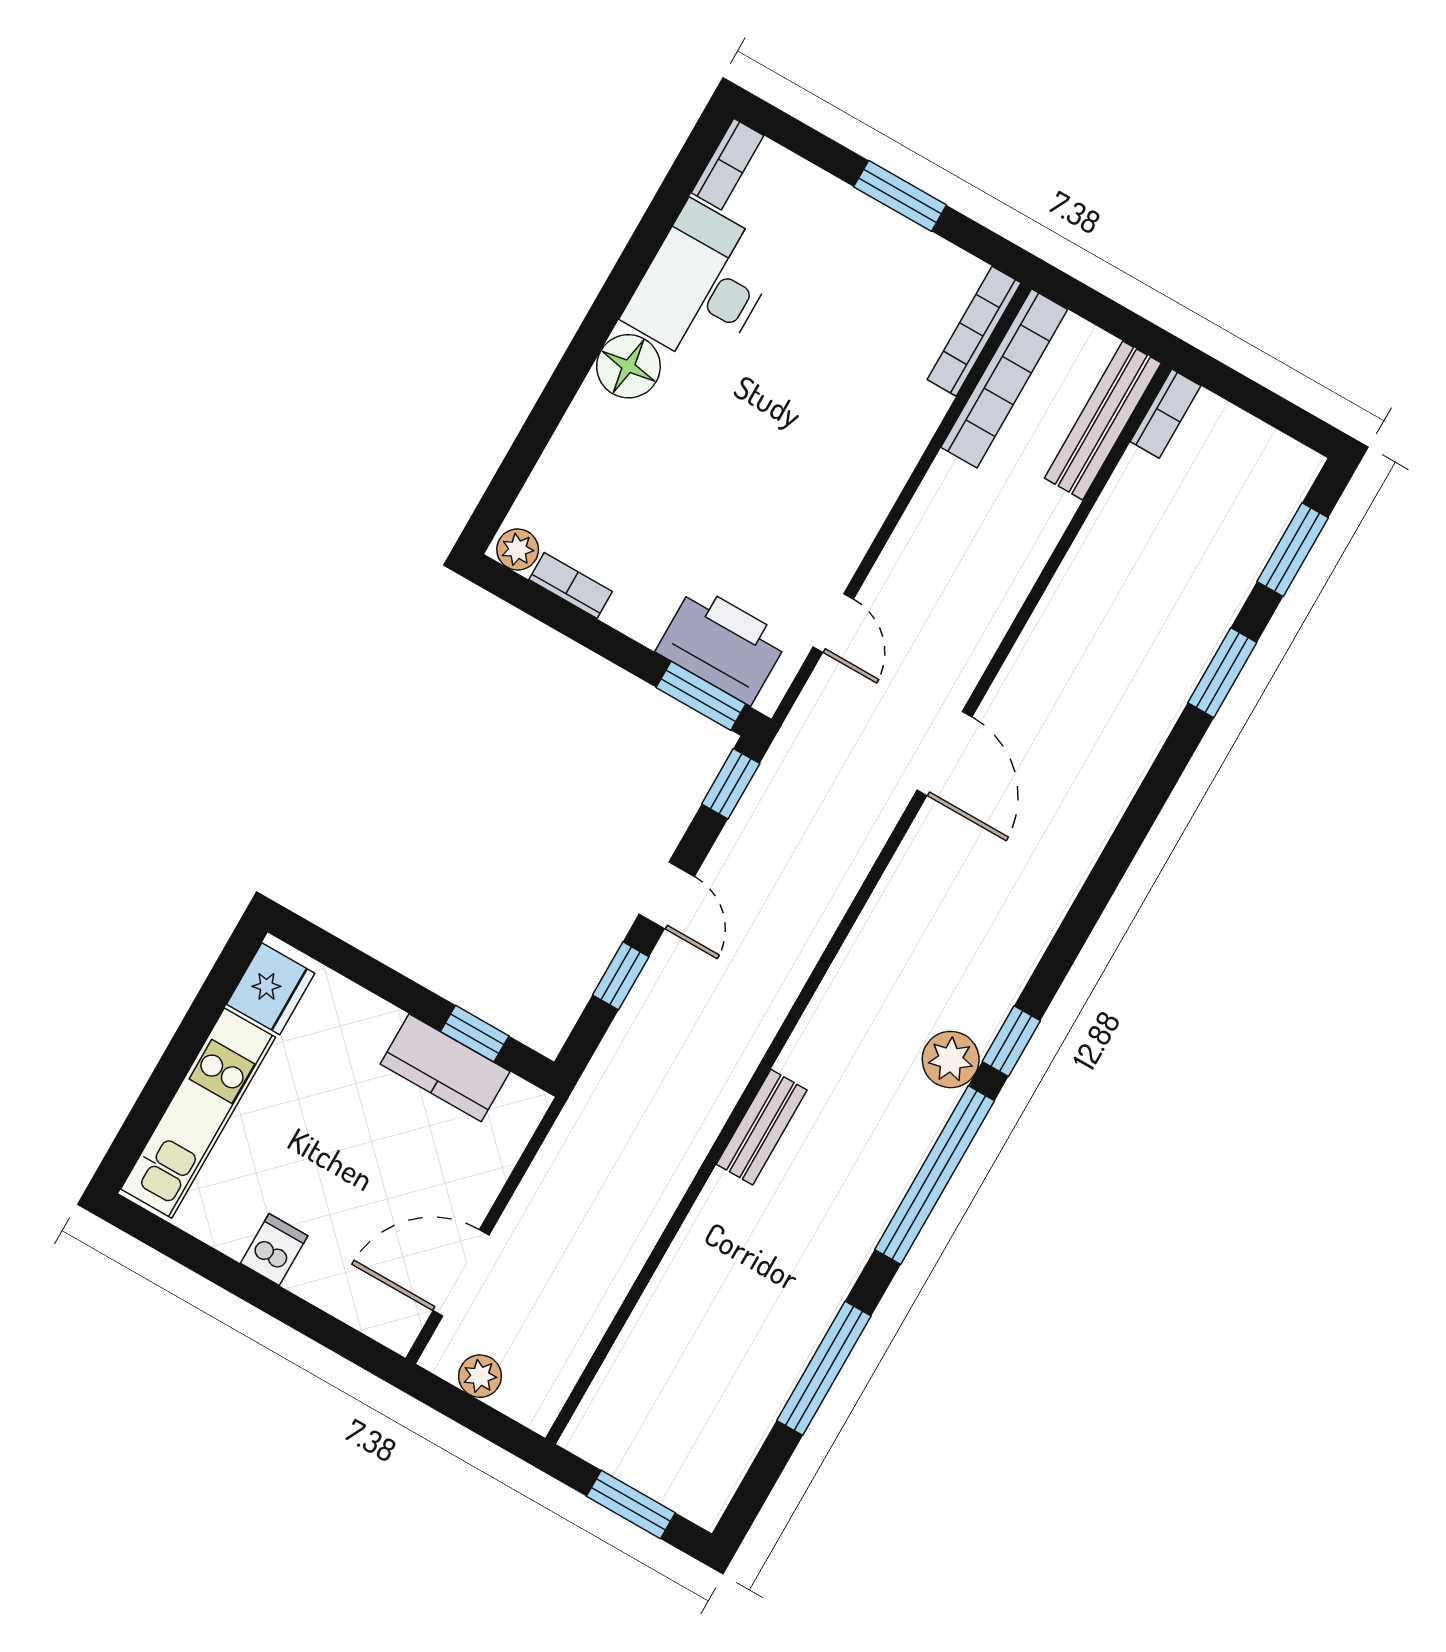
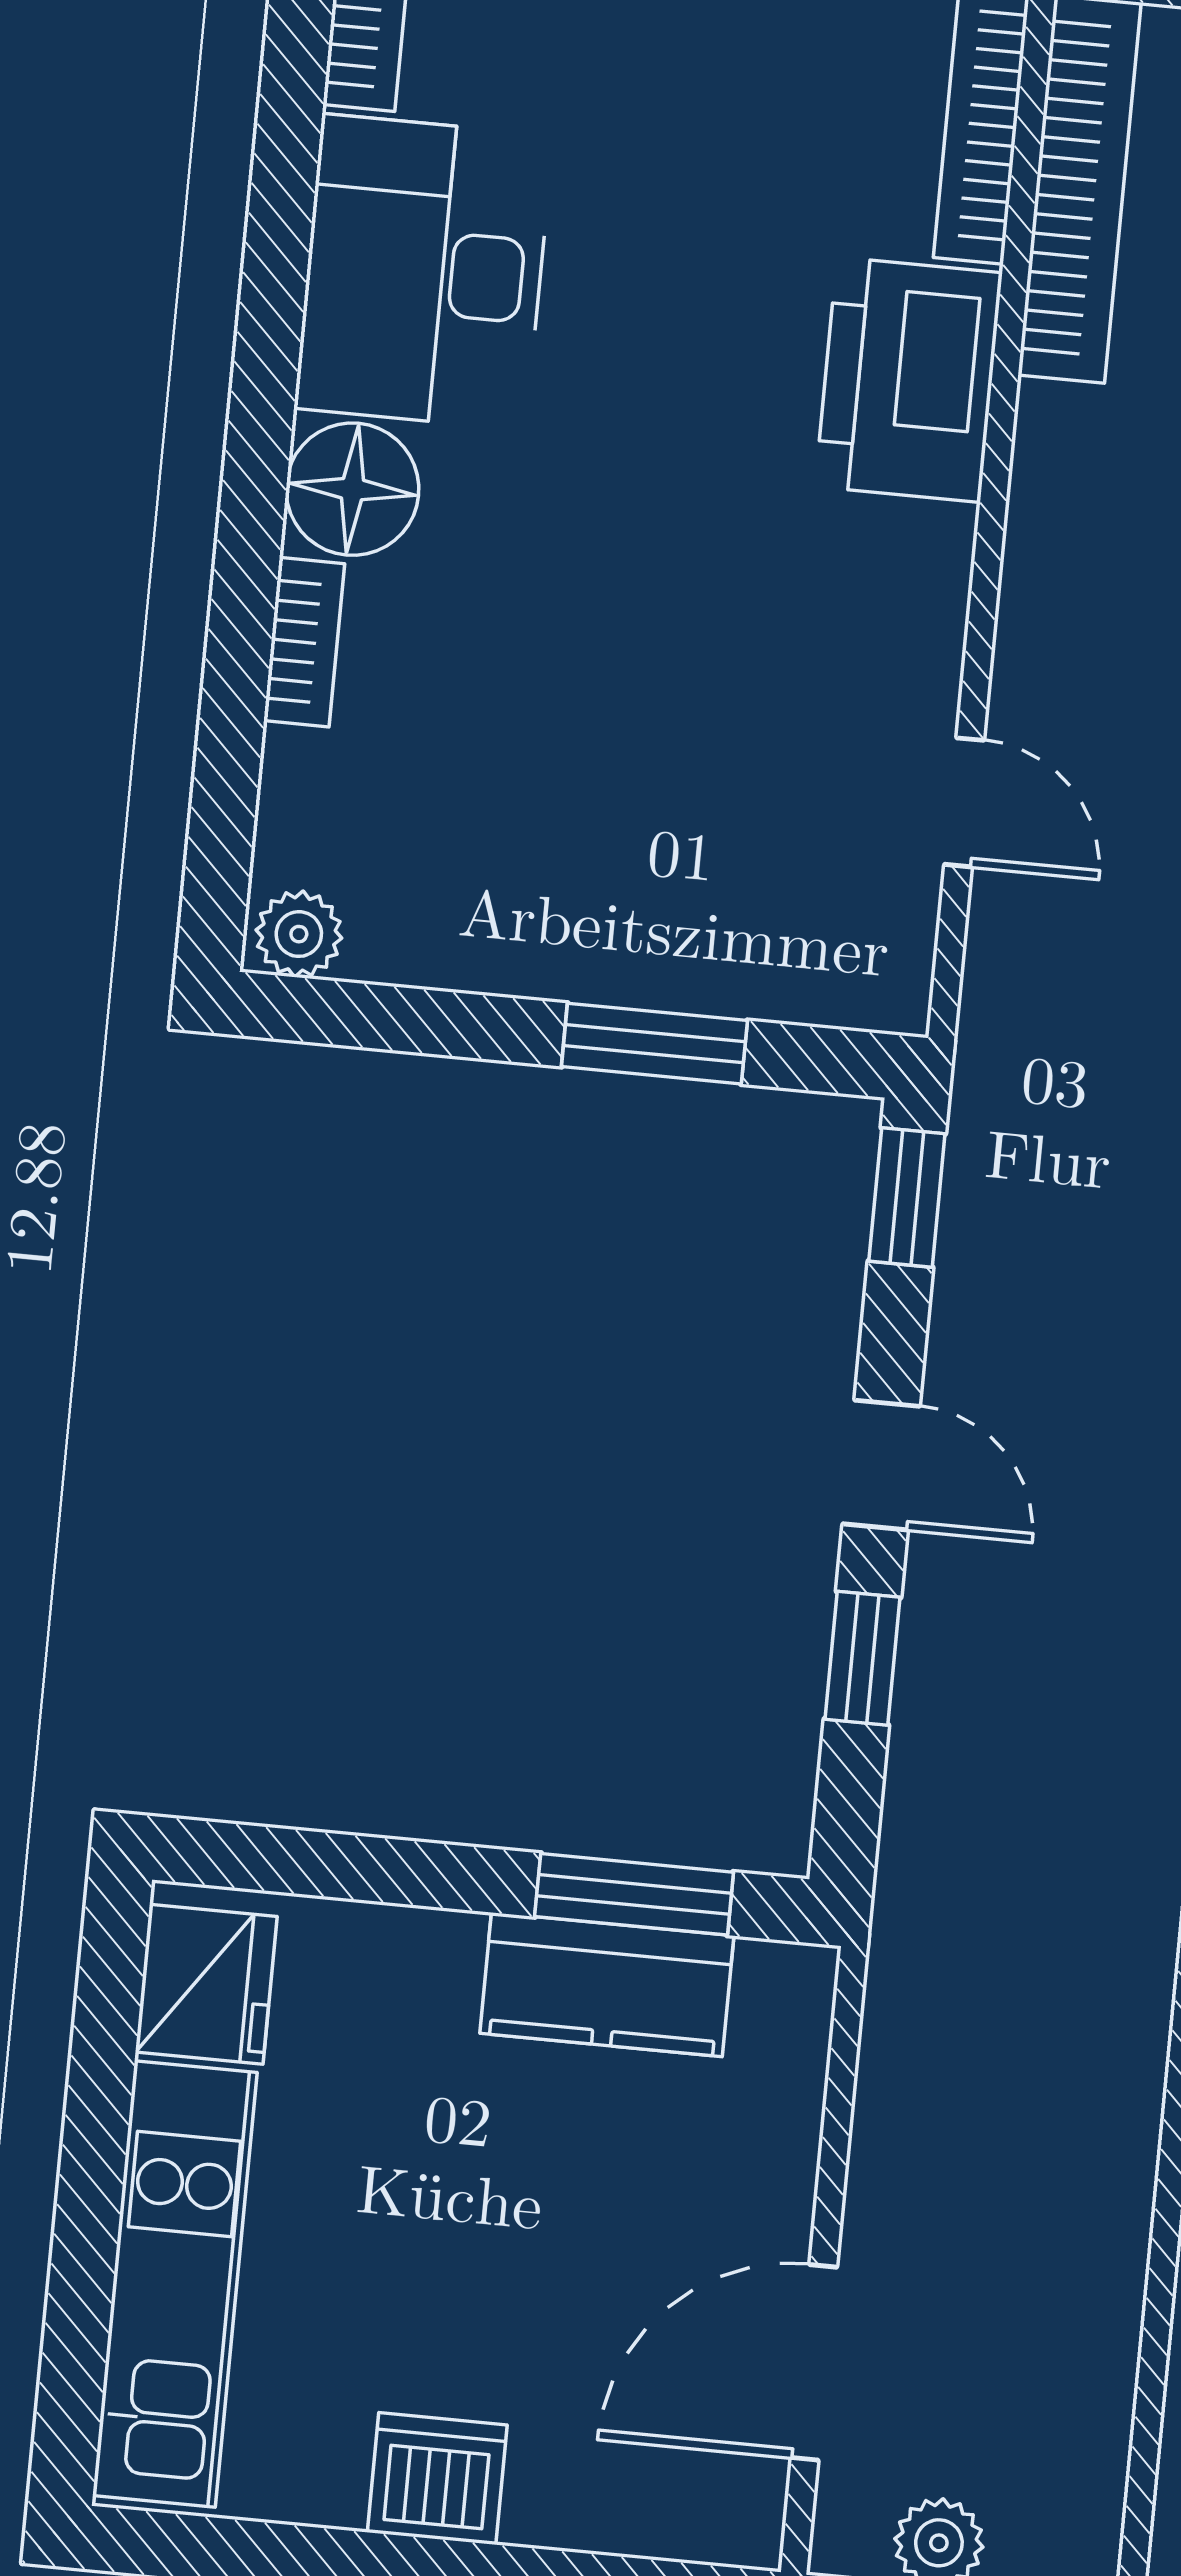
bookcase: (571, 586) -> (304, 642), moved, turned 90
printer: (722, 645) -> (909, 380), moved, turned -90
window: (701, 696) -> (654, 1044), moved
window: (475, 1034) -> (634, 1894), width x1.50
dishwasher: (274, 1250) -> (437, 2479), width x1.38

